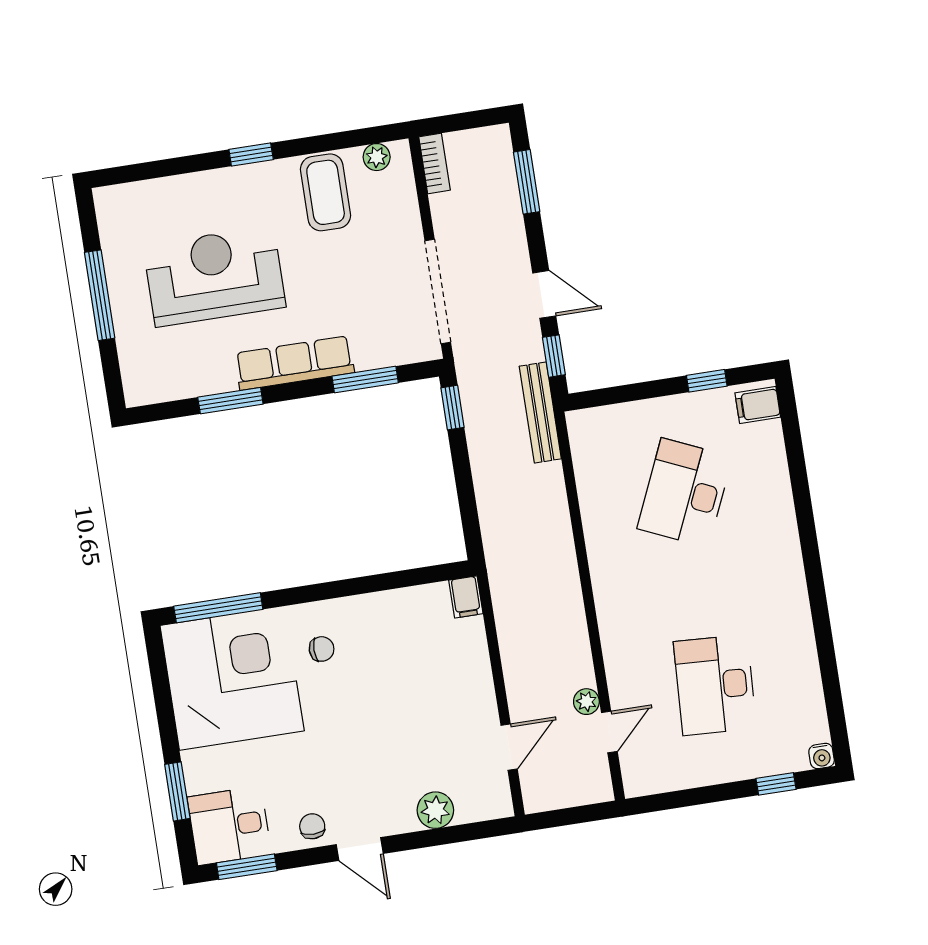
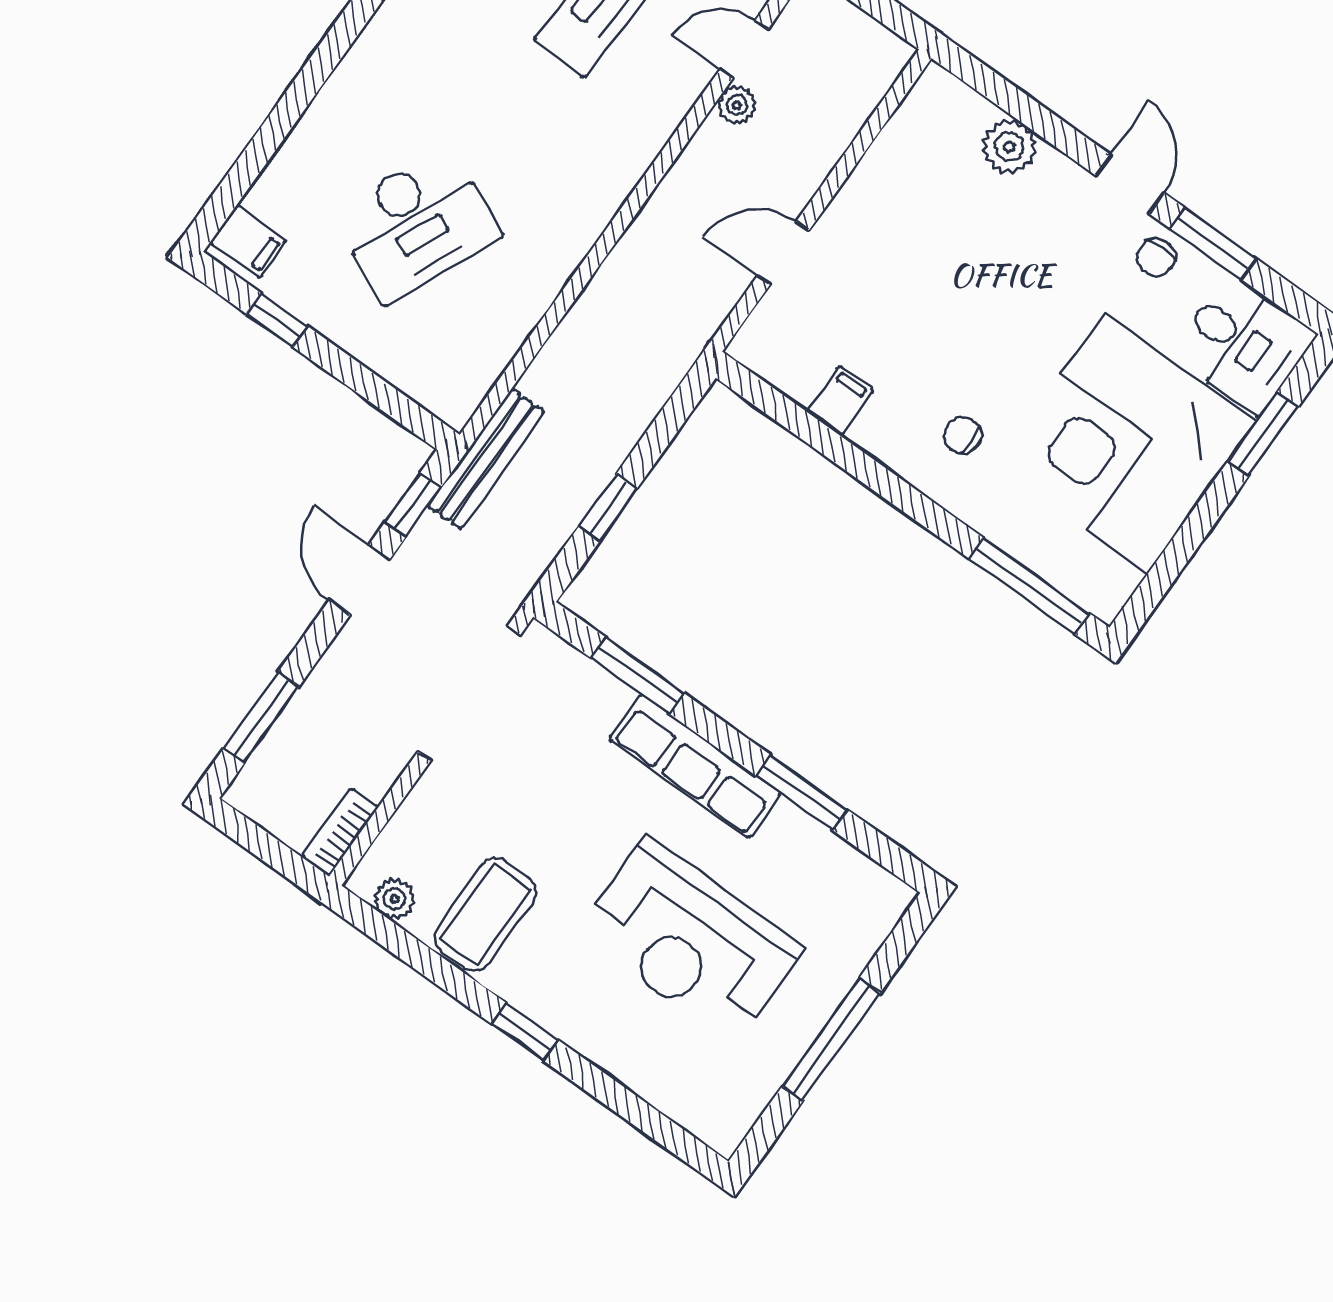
window: (452, 408) -> (608, 507), moved
filing cabinet: (466, 597) -> (840, 401), moved
corner desk: (232, 678) -> (1126, 443), moved
door: (509, 747) -> (783, 253), moved
window: (247, 867) -> (1213, 243), moved

